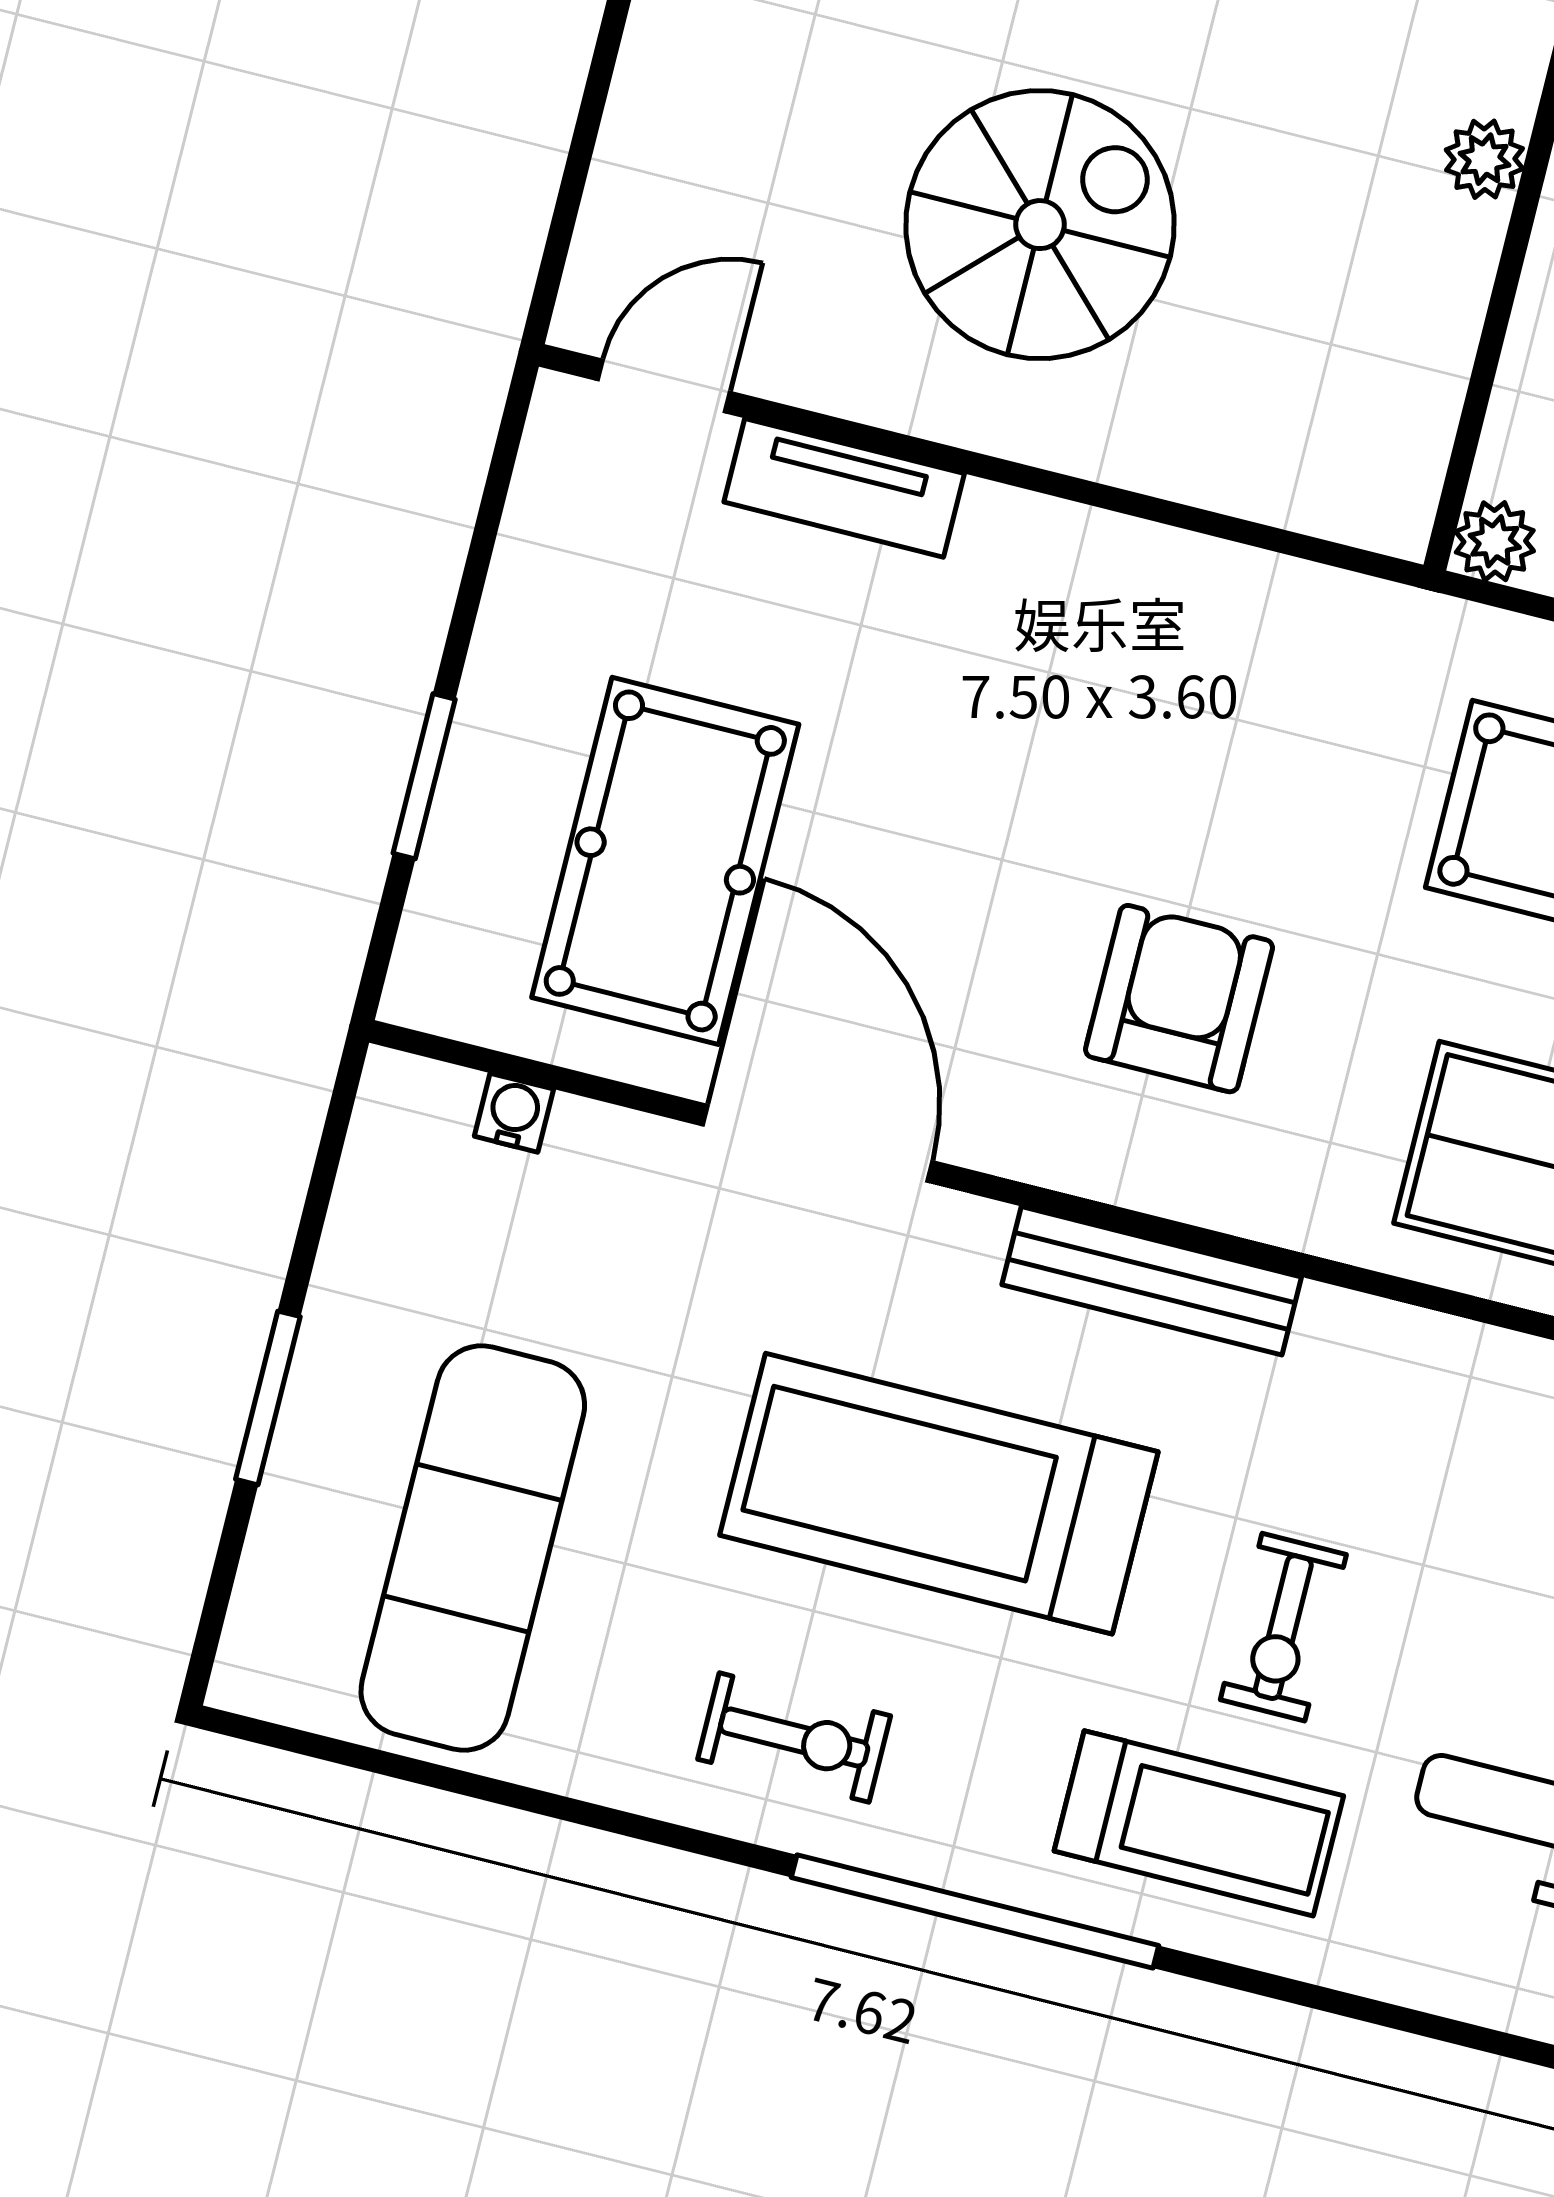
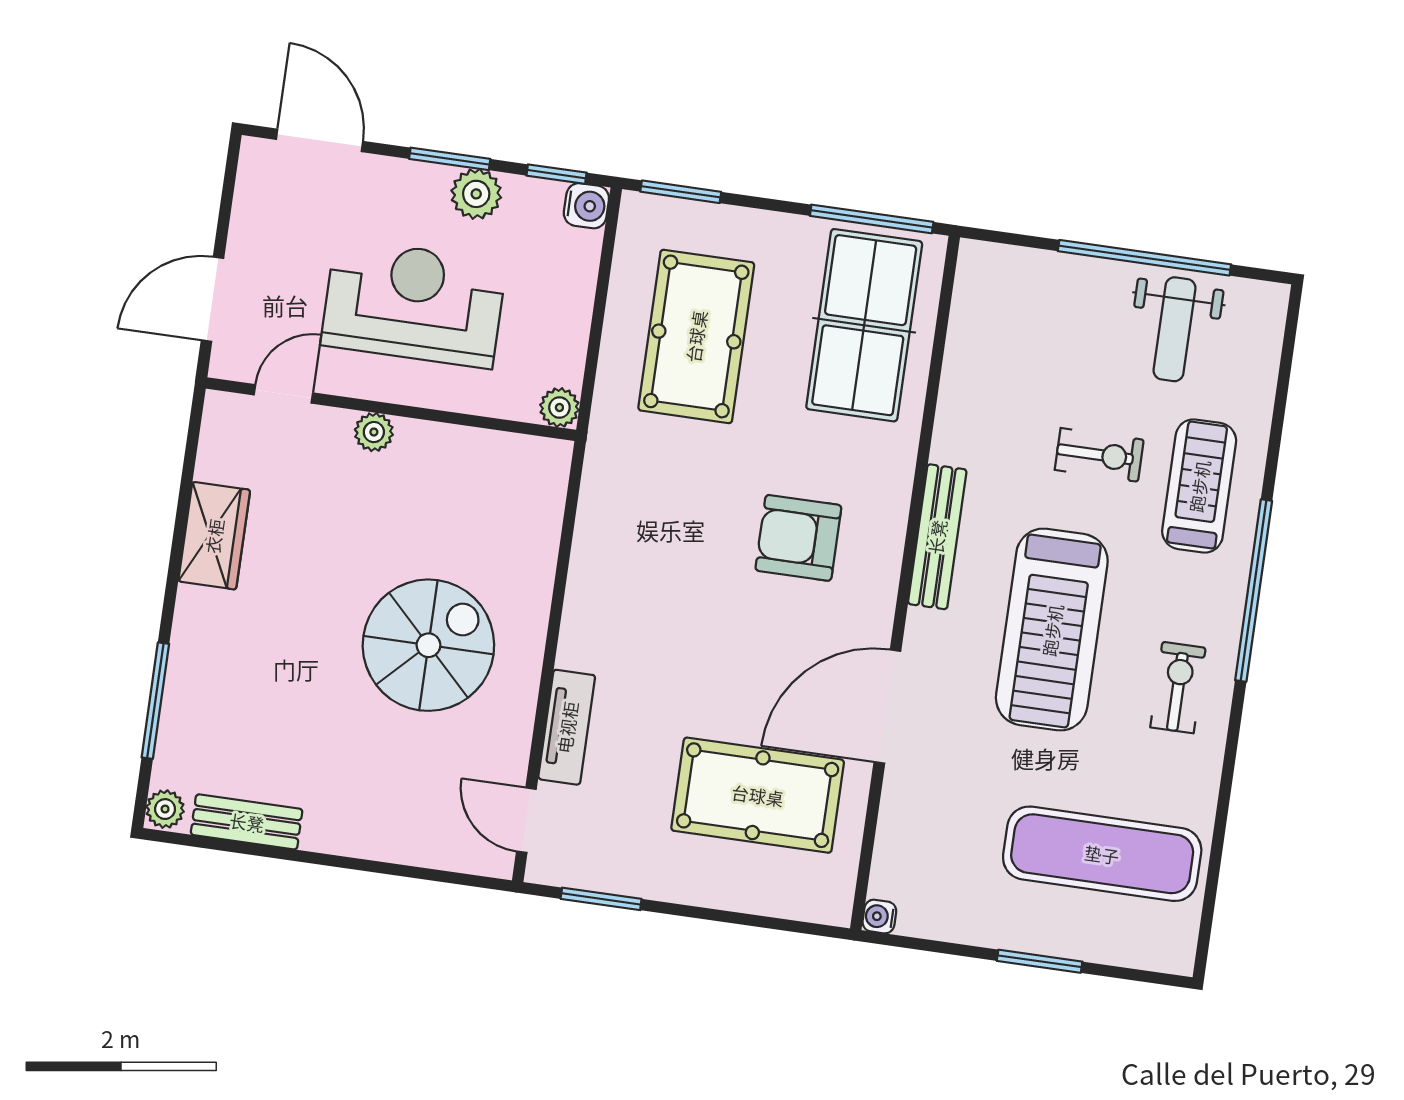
spiral stairs: (1040, 225) -> (428, 645), turned 90
window: (424, 776) -> (601, 899), moved
water cooler: (514, 1113) -> (879, 917), moved

